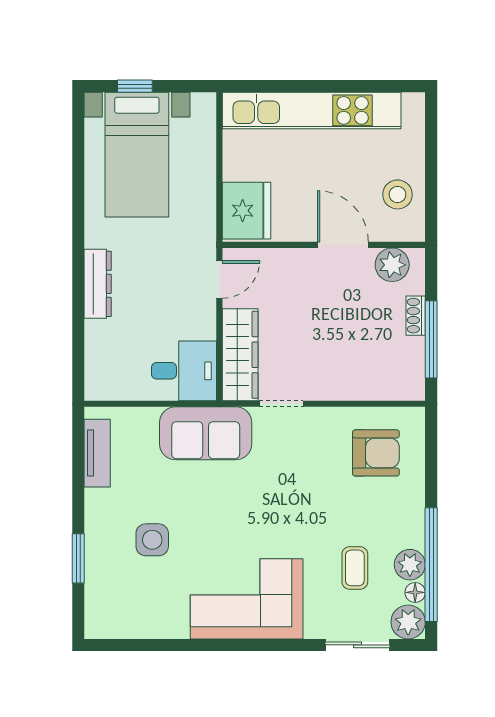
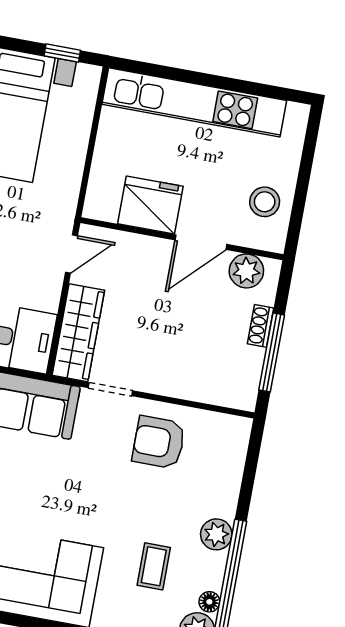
window: (135, 86) -> (62, 53), moved
fridge: (246, 211) -> (150, 205), moved, turned -90
door: (343, 245) -> (201, 242), swing flipped
armchair: (376, 453) -> (159, 442), moved, turned 180
plant: (410, 565) -> (216, 534), moved

